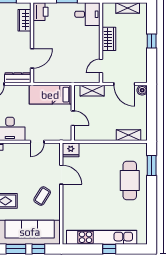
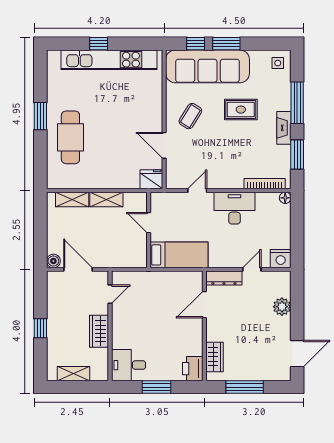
shelving: (92, 91) -> (106, 199), moved
window: (152, 166) -> (40, 116), moved

